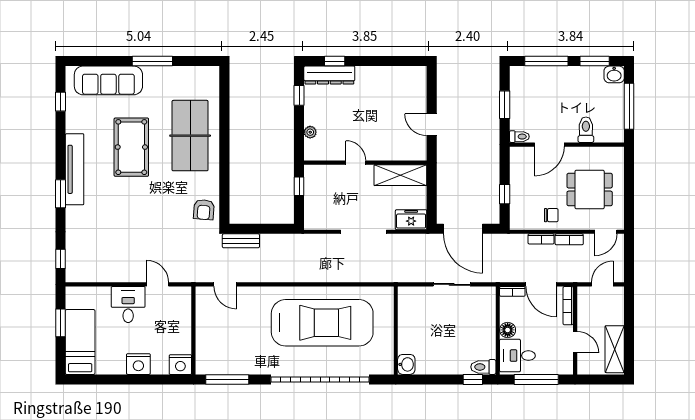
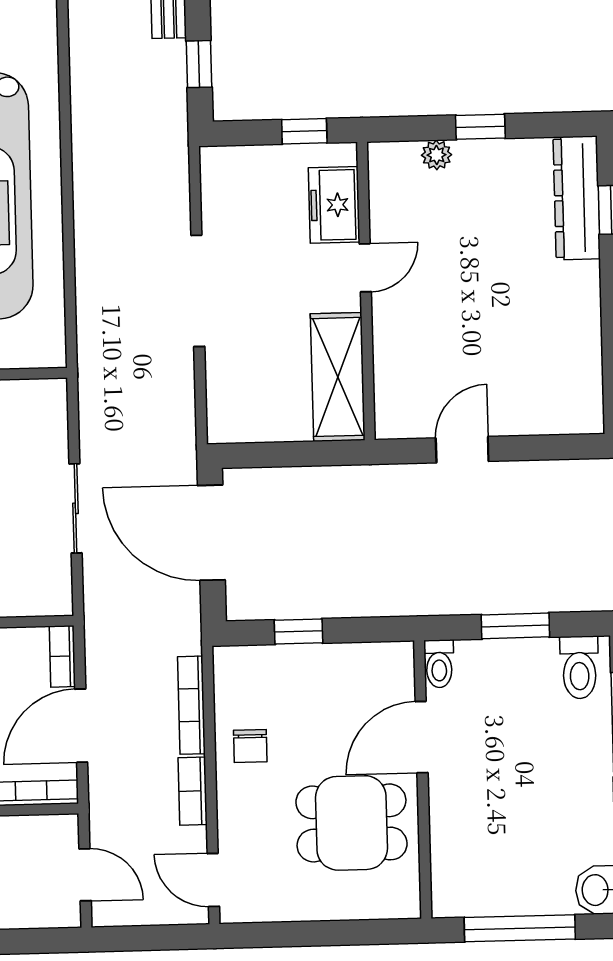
window: (299, 95) -> (480, 127), moved
toilet: (586, 130) -> (579, 667), moved, turned 90
door: (549, 145) -> (422, 737), hinge flipped
dining table: (590, 190) -> (351, 823), moved, turned 90
freezer: (411, 220) -> (334, 205), moved, turned 180
window: (270, 229) -> (199, 64), added
door: (463, 229) -> (211, 533), hinge flipped
bookcase: (541, 239) -> (191, 705), width x1.56

